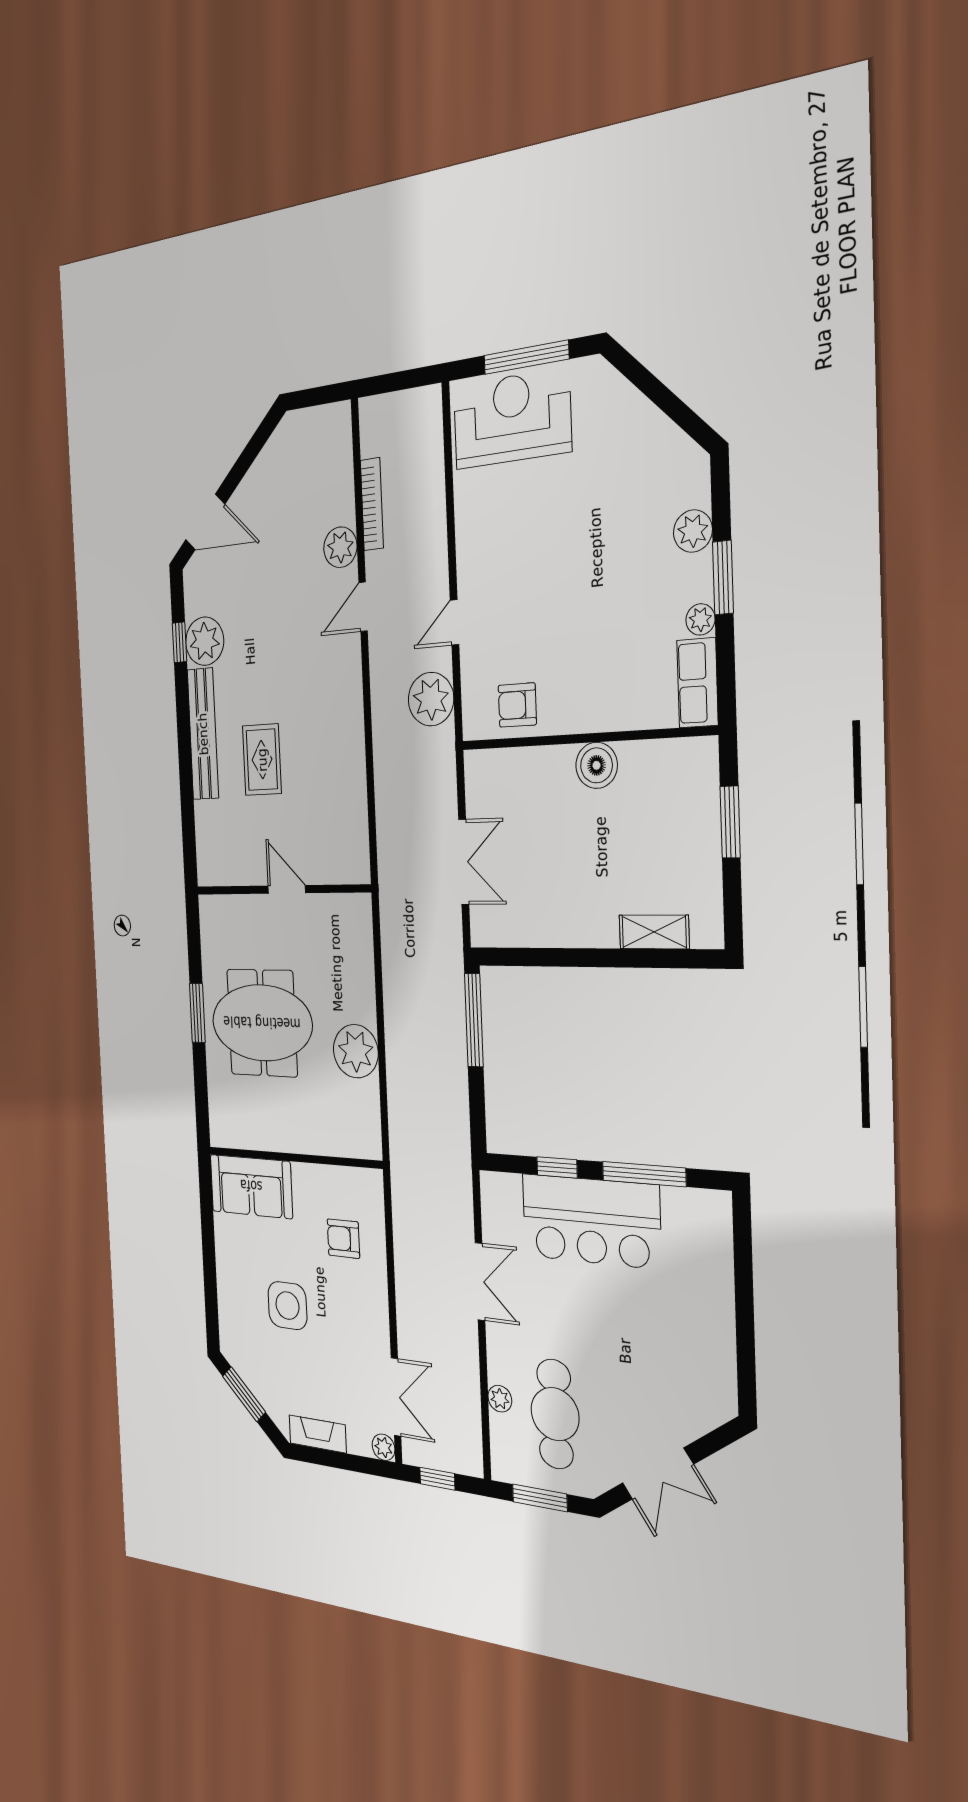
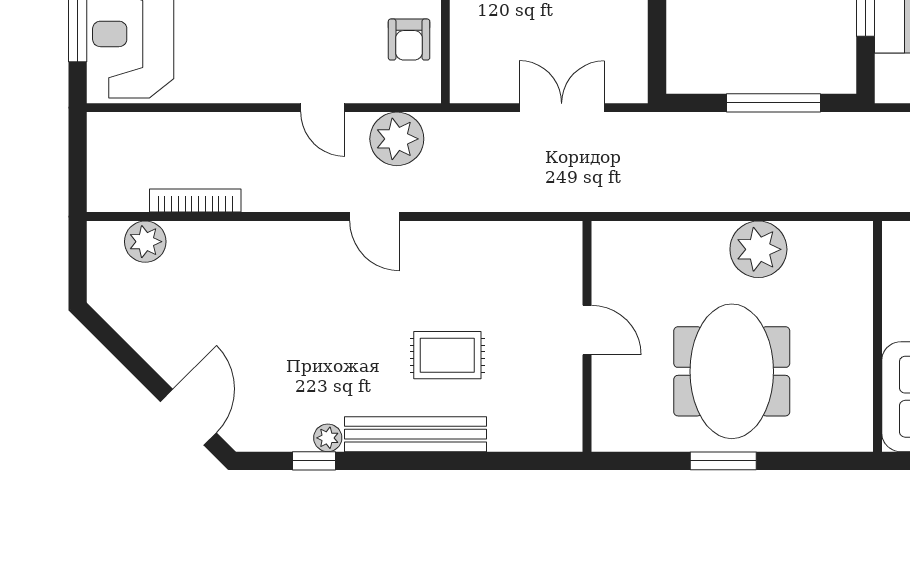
plant: (340, 547) -> (145, 242), moved
door: (363, 607) -> (374, 217), moved
plant: (205, 641) -> (328, 438), width x0.53, depth x0.53
door: (287, 889) -> (587, 330), swing flipped
window: (474, 1020) -> (773, 103), moved

